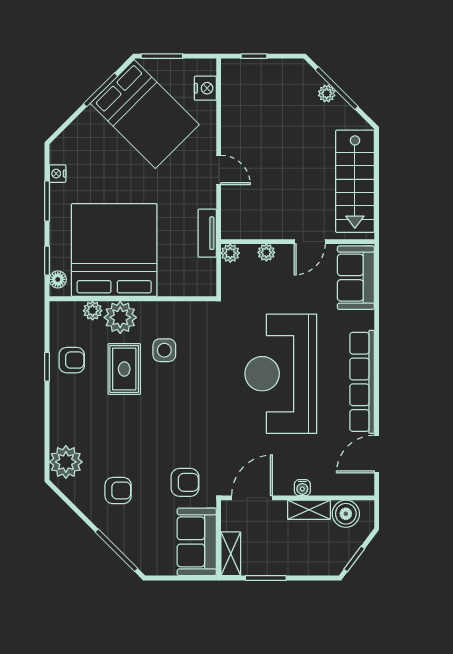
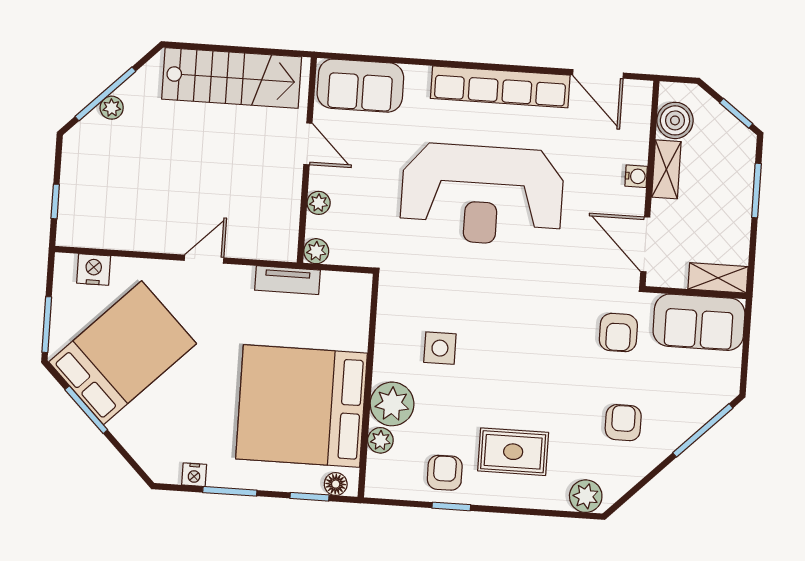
rug: (124, 369) -> (513, 452), moved
plant: (66, 462) -> (586, 496), width x0.73, depth x0.73
armchair: (185, 482) -> (618, 333), turned 180
window: (266, 578) -> (756, 191), moved

